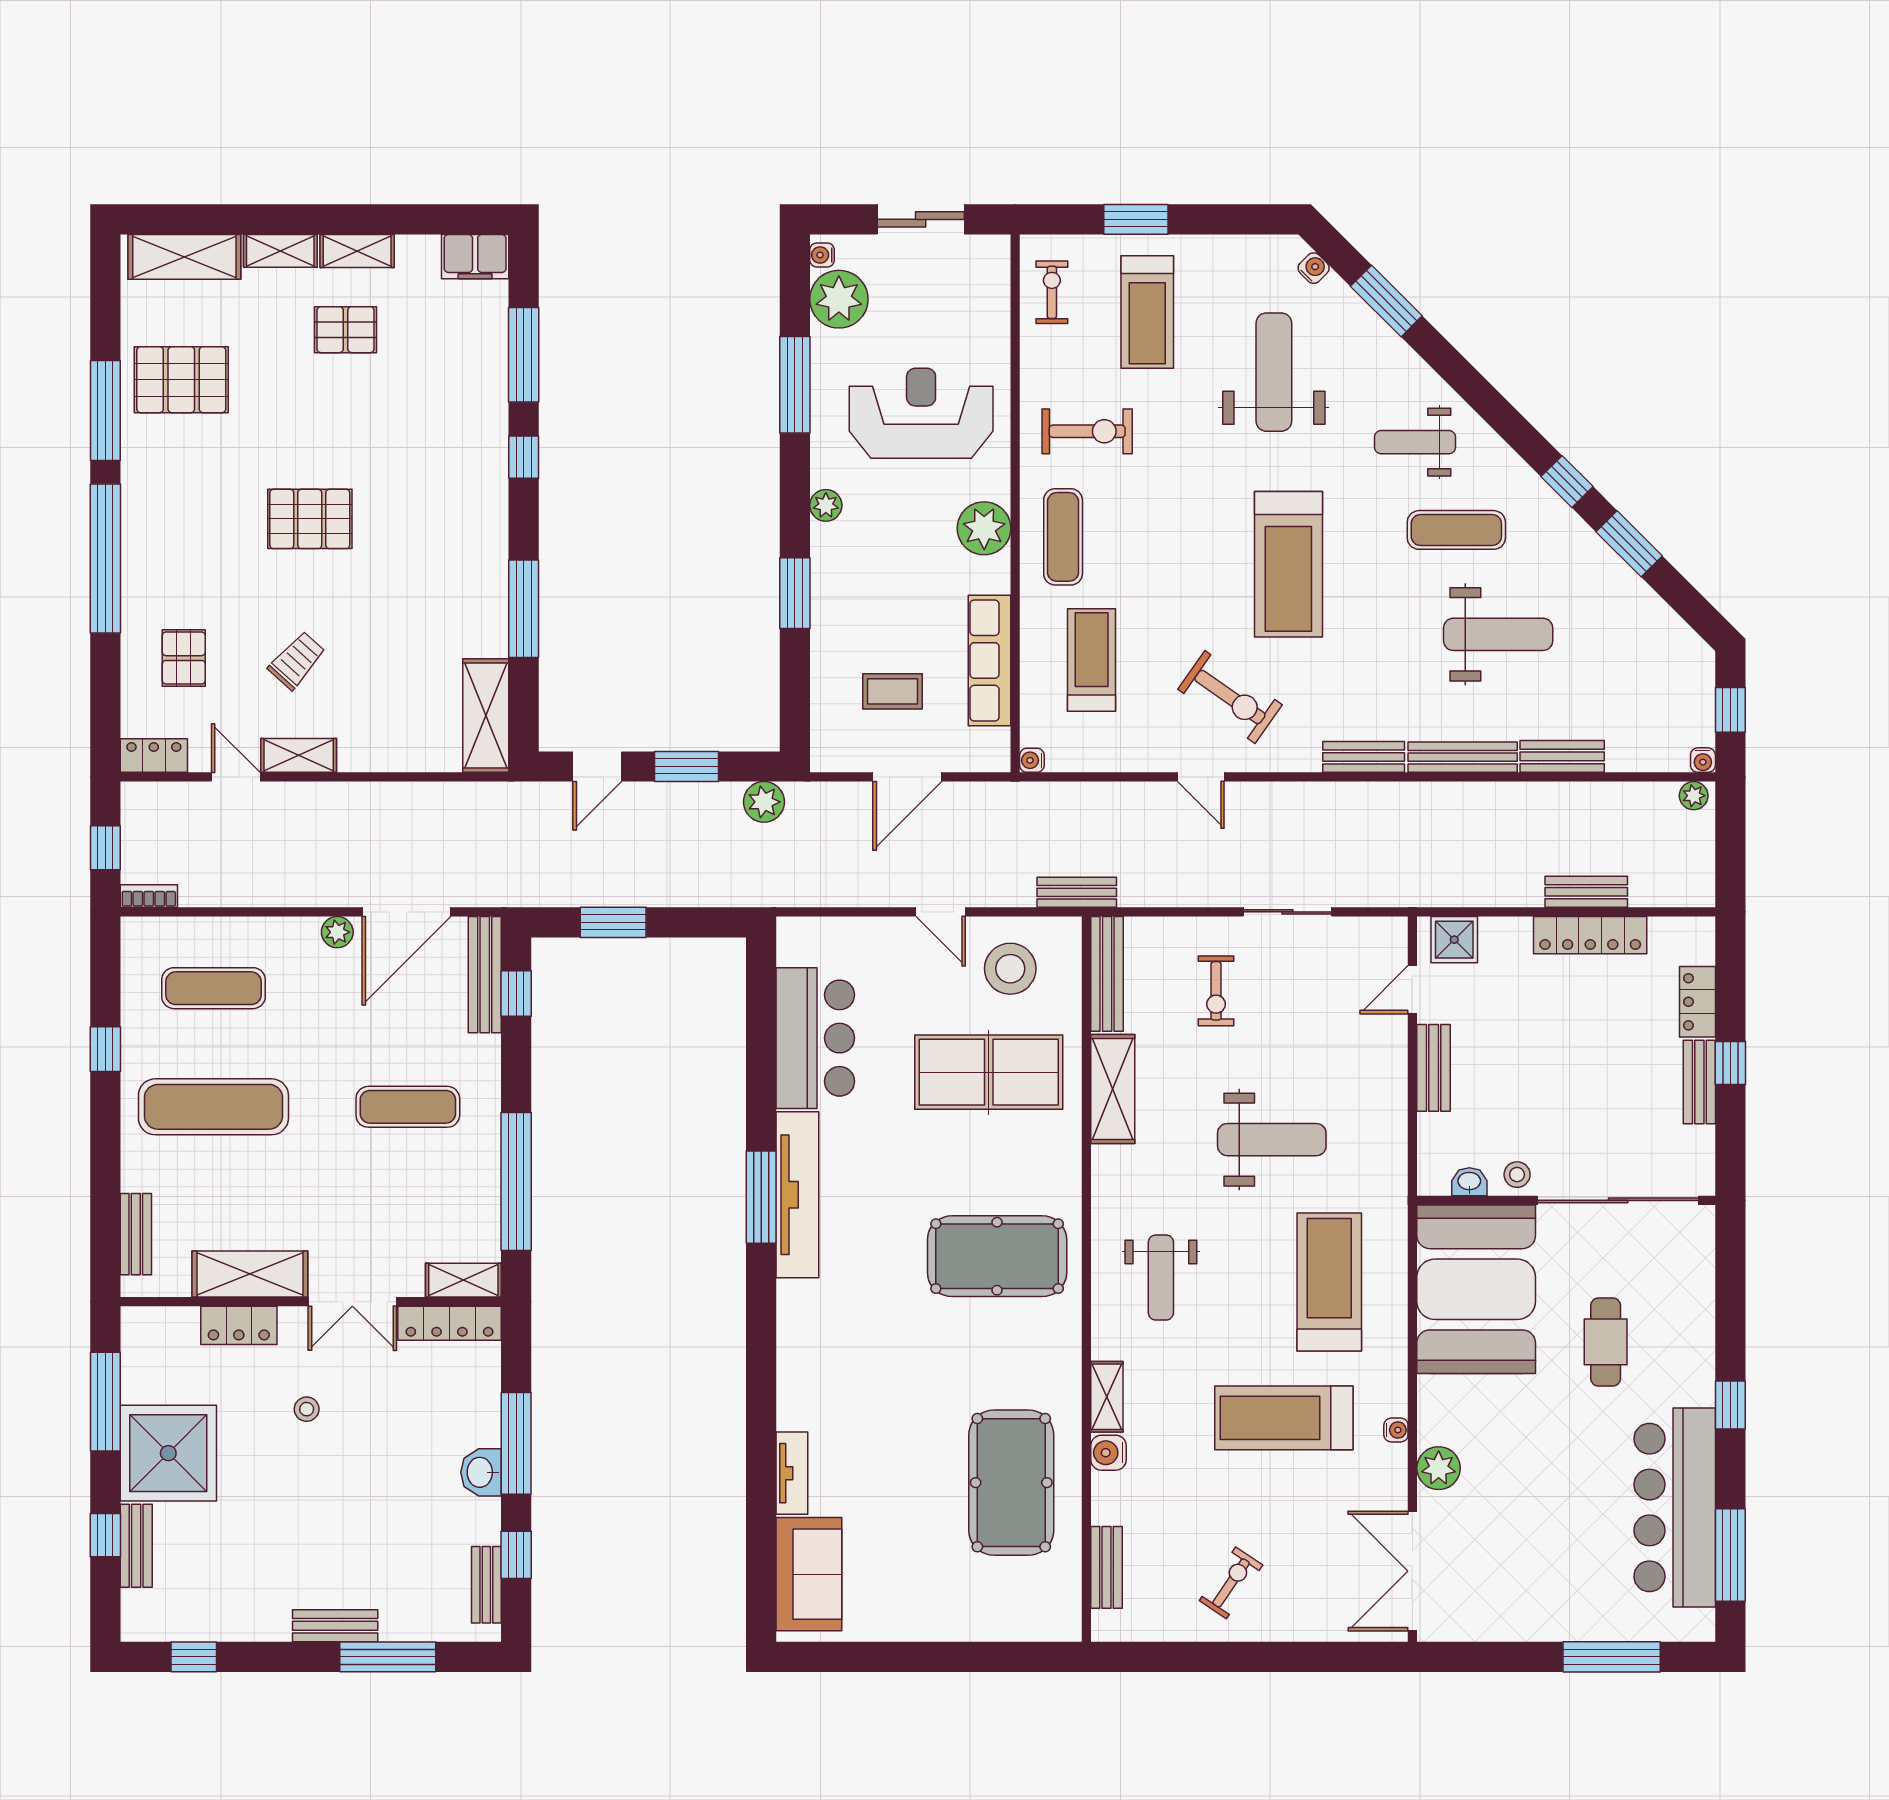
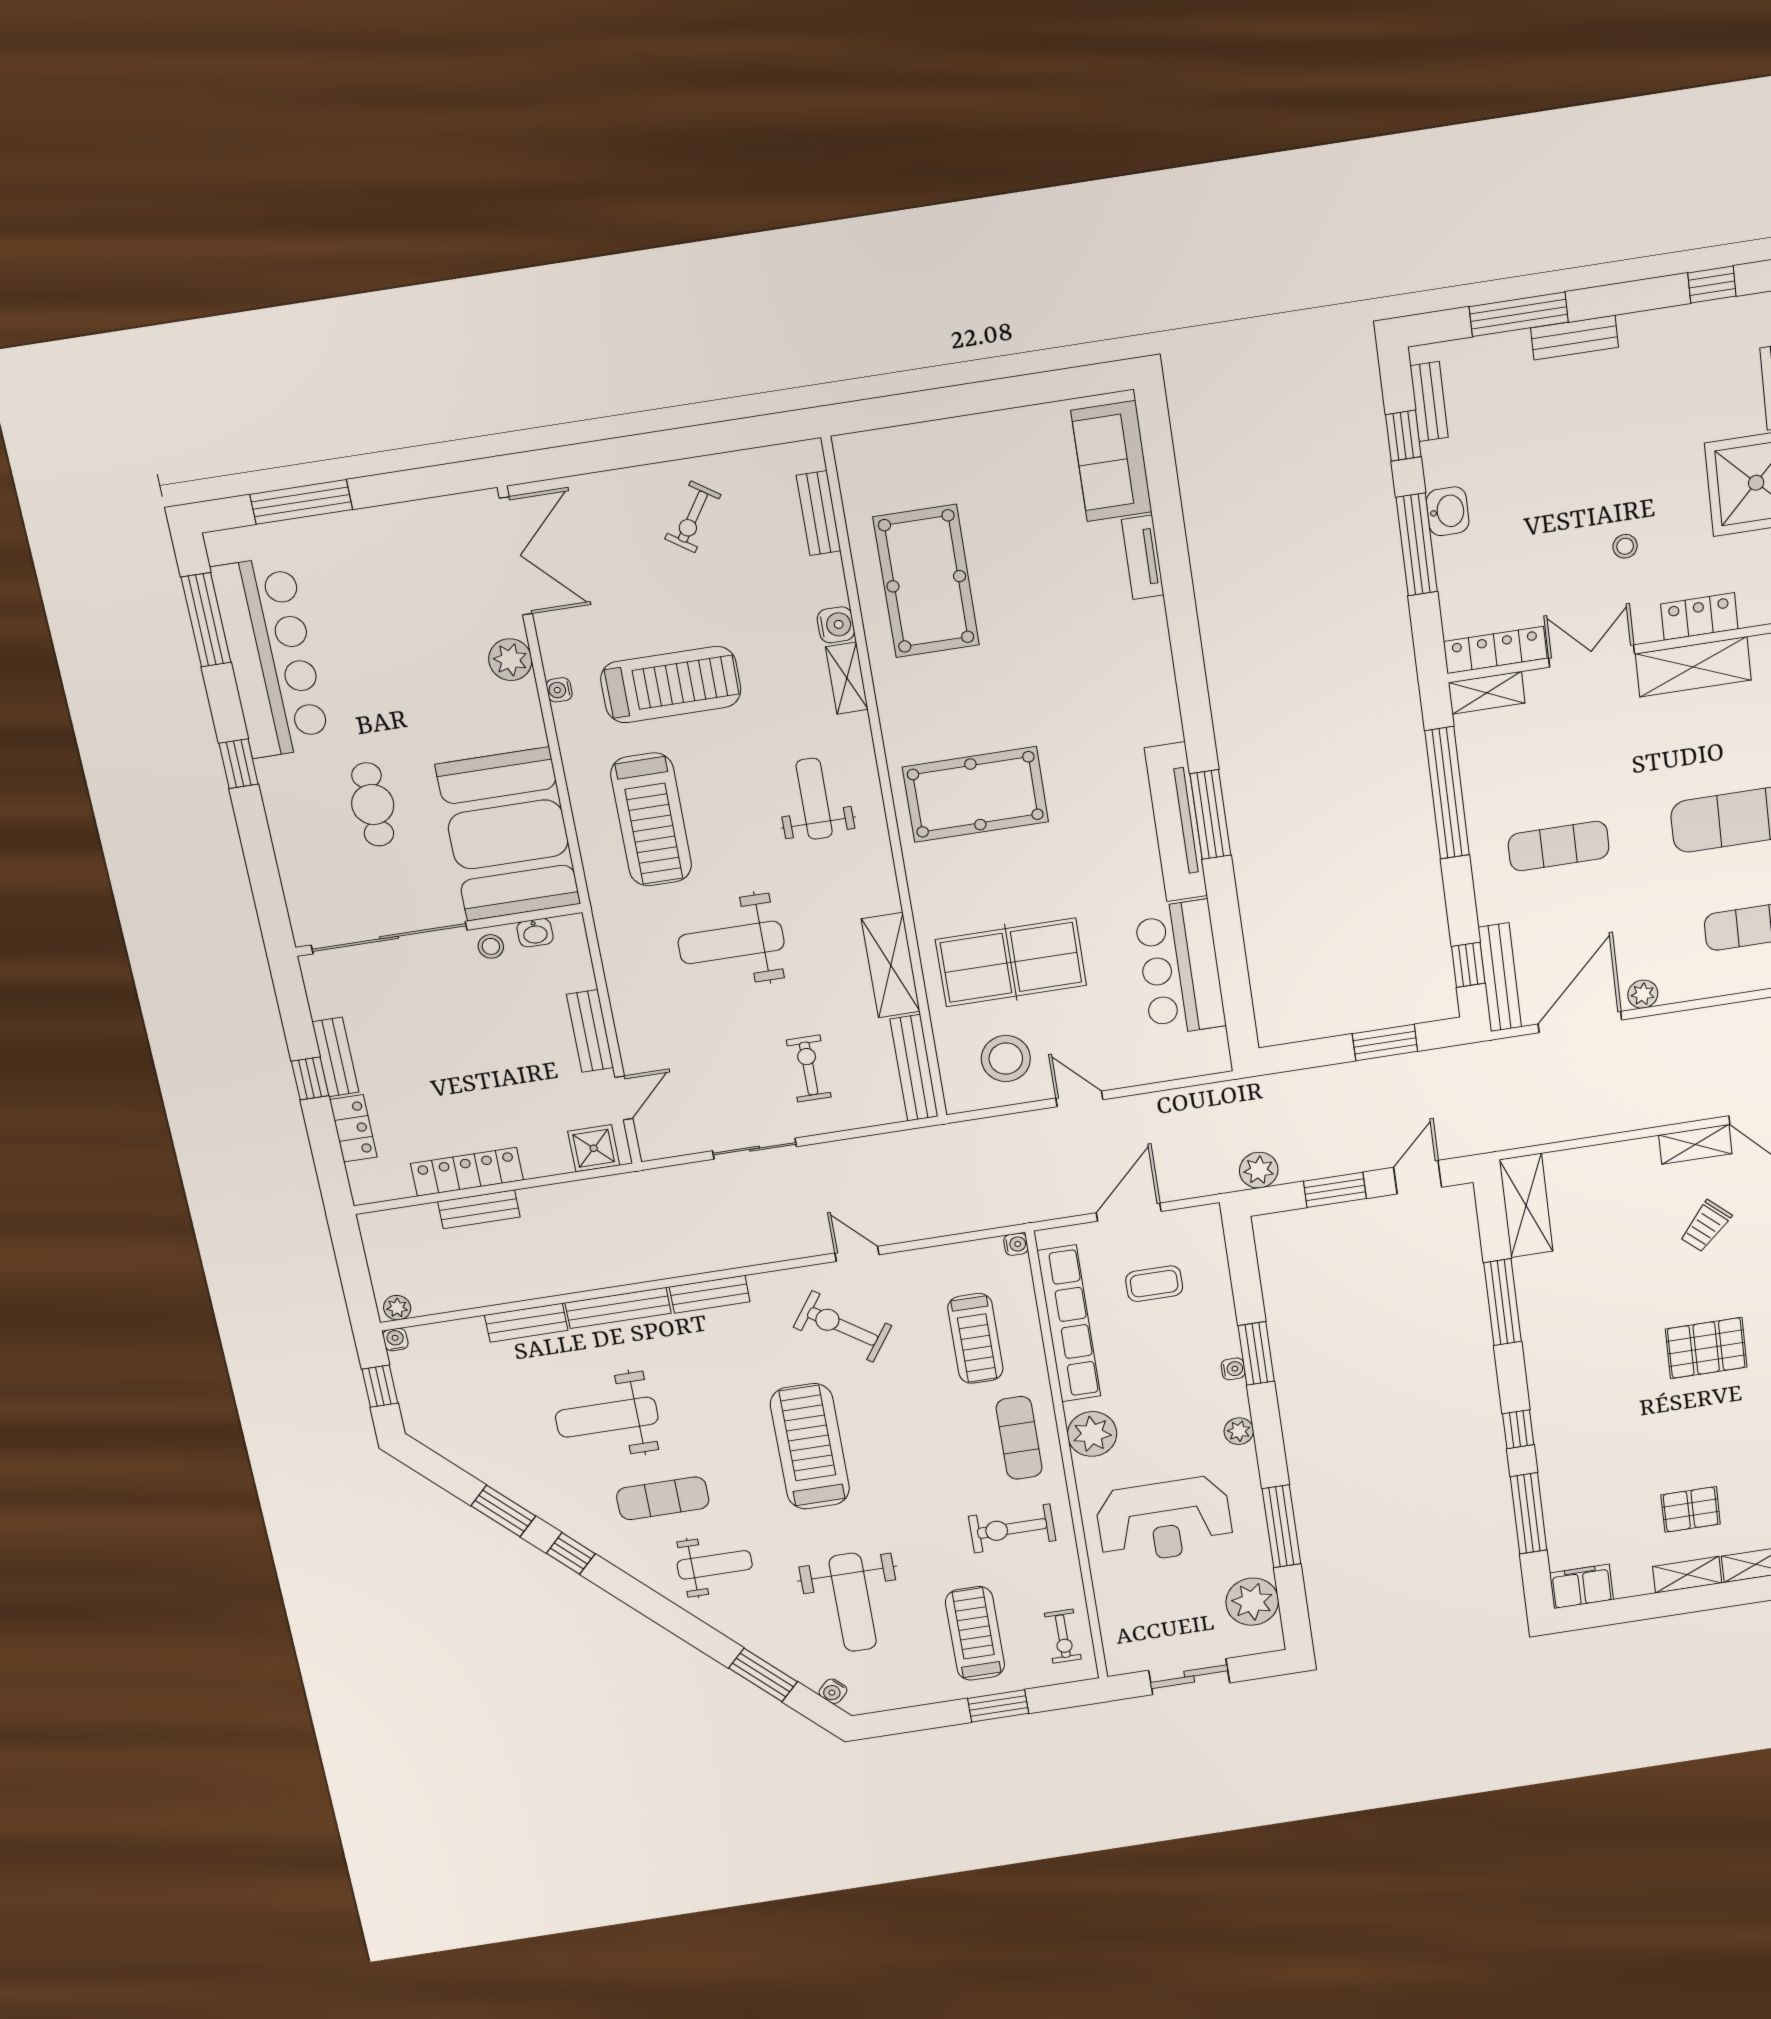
water cooler: (822, 255) -> (1233, 1369), moved
row of seats: (990, 660) -> (1069, 1324), width x1.36
bench: (1077, 892) -> (955, 1136), removed

